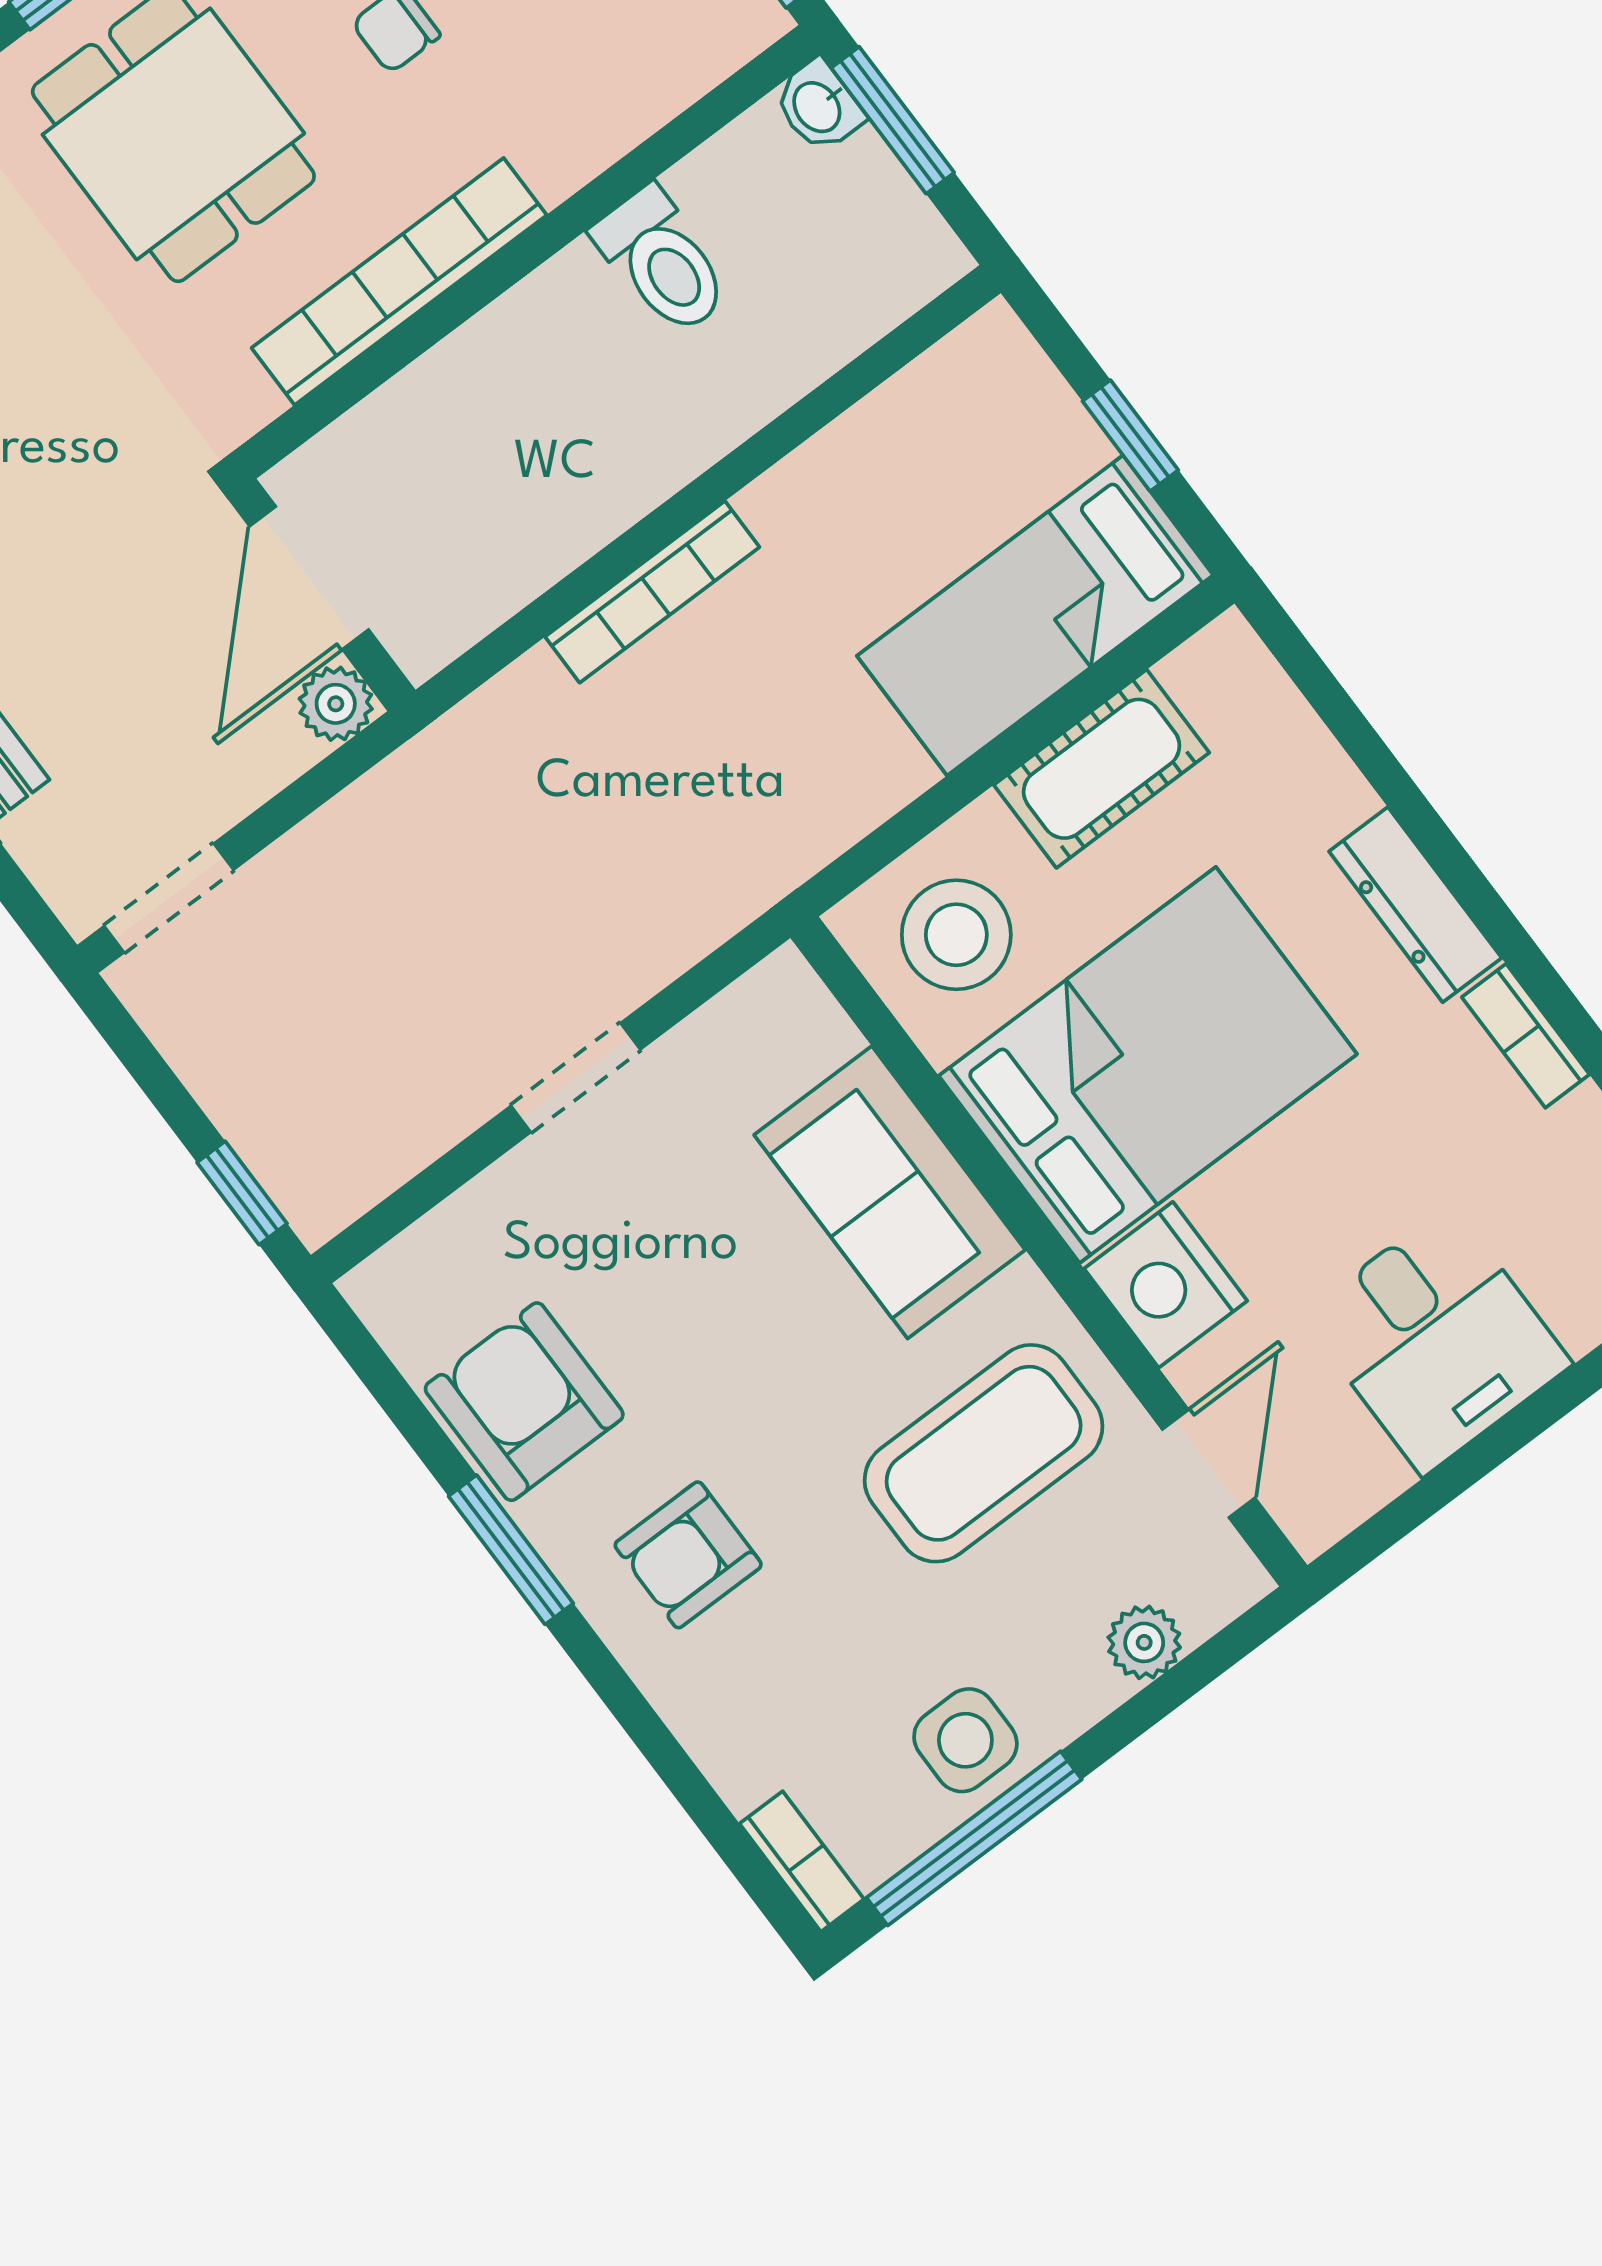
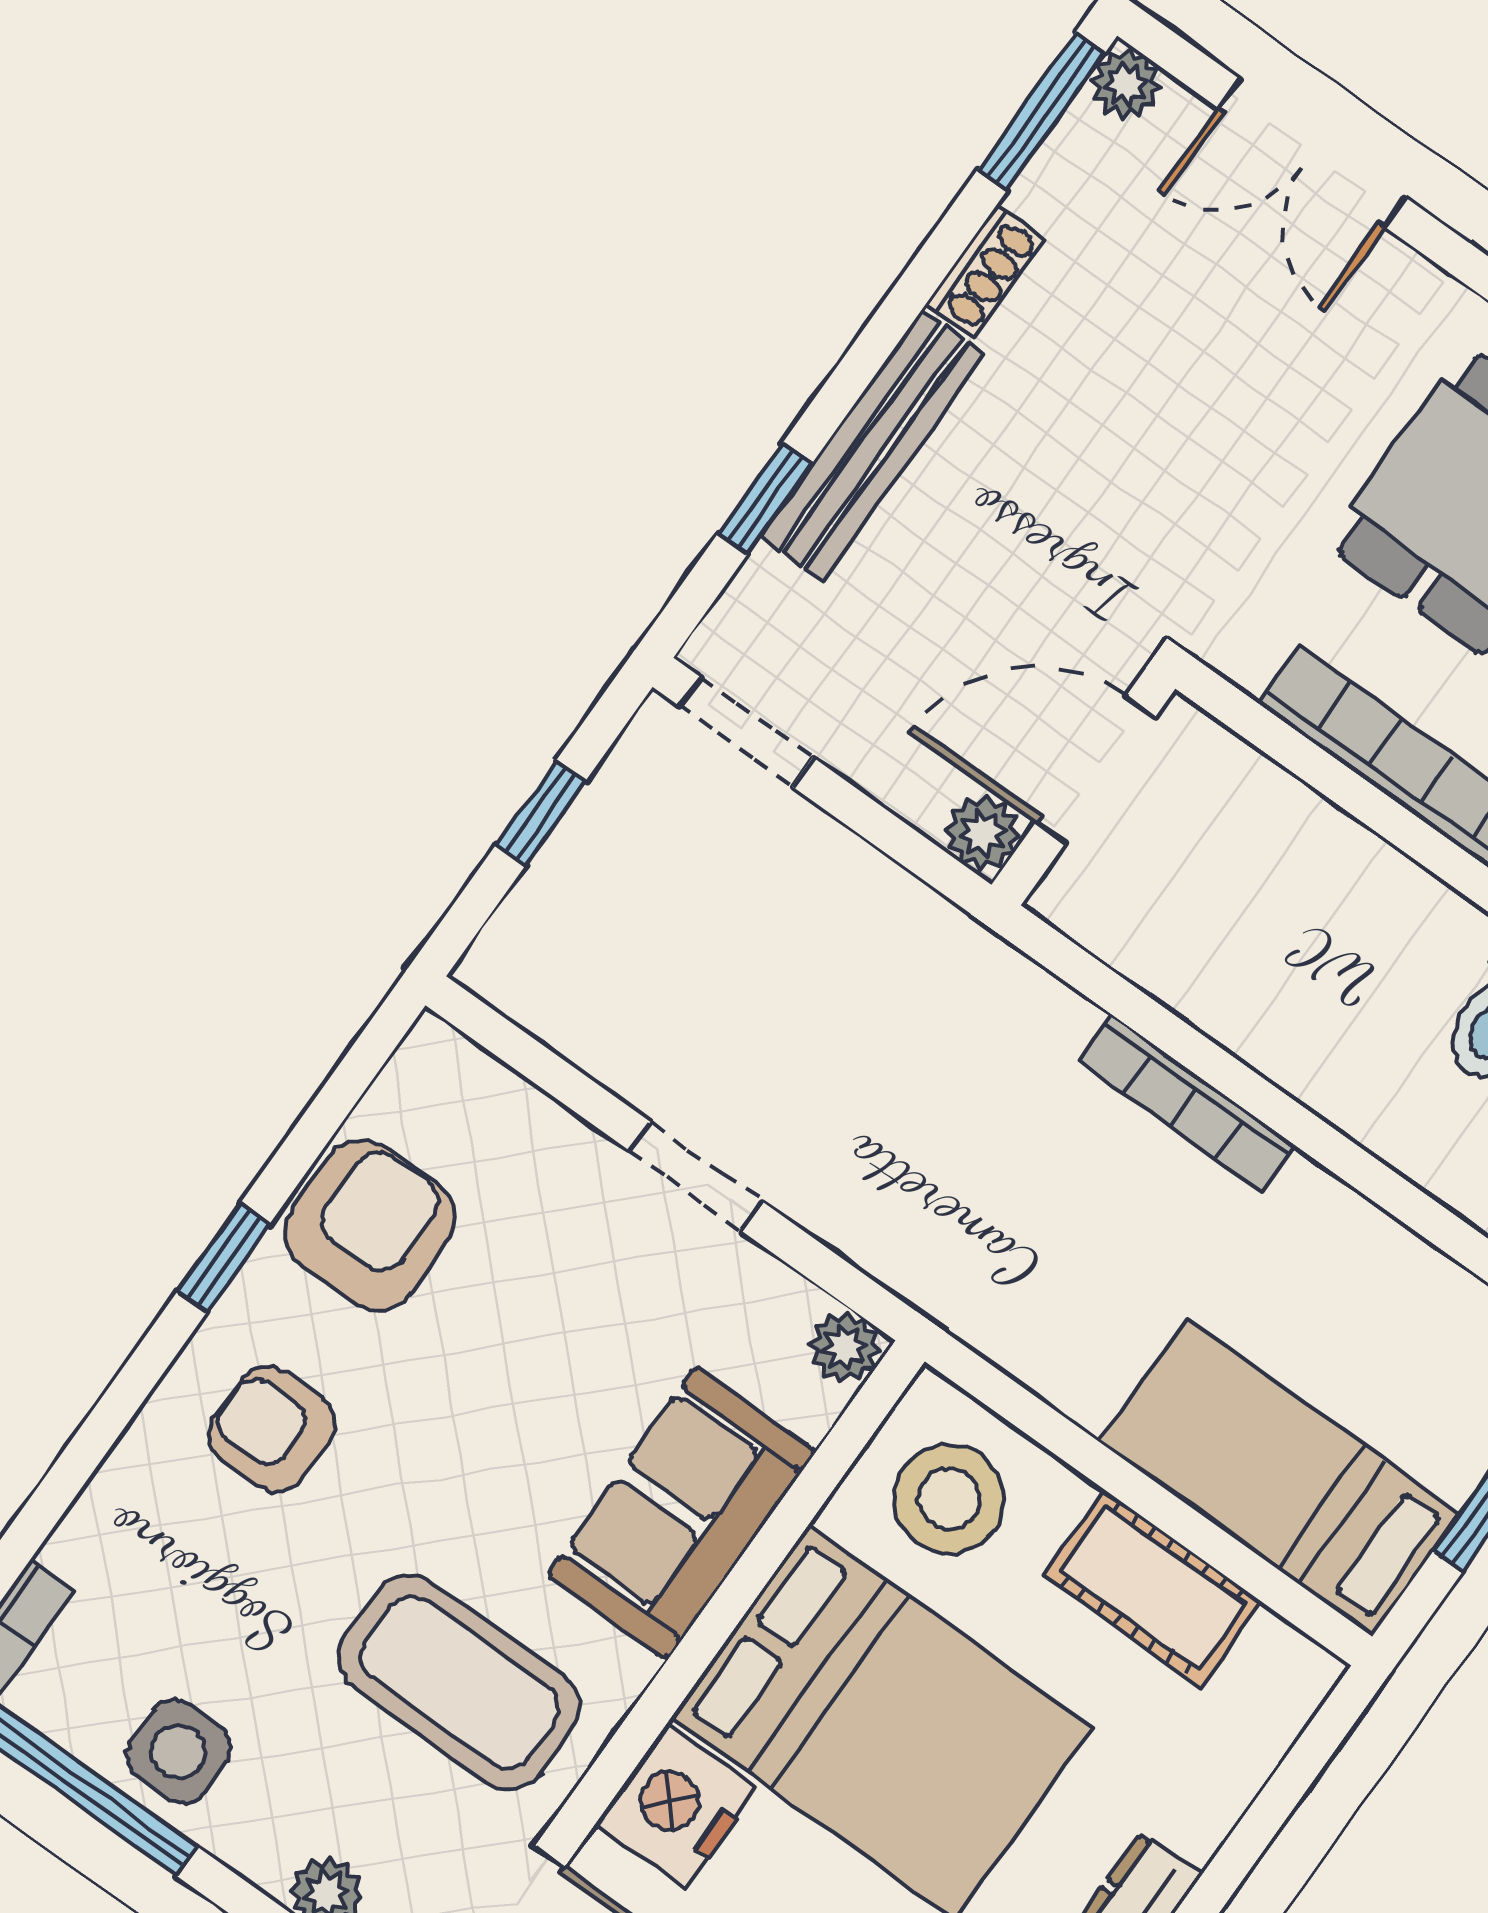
plant: (782, 989) -> (844, 1348), added
window: (242, 1193) -> (541, 813), moved
window: (511, 1550) -> (224, 1257), width x0.67

